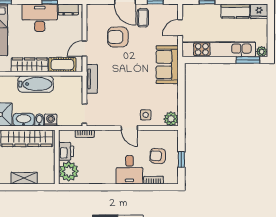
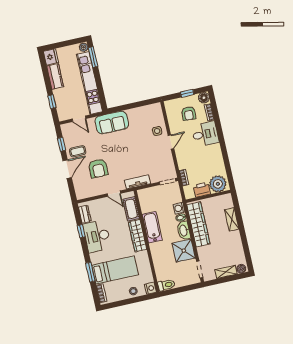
plant: (171, 119) -> (156, 109), removed
floor lamp: (172, 178) -> (204, 98), added

